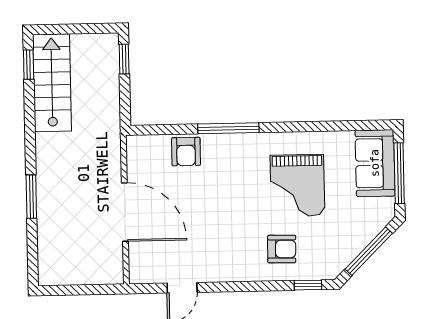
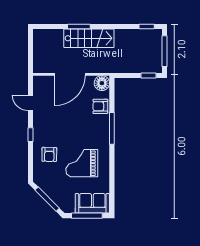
window: (76, 29) -> (165, 51), added
stairs: (52, 83) -> (89, 38), moved
floor lamp: (141, 150) -> (102, 83), added
window: (308, 285) -> (30, 135), moved

